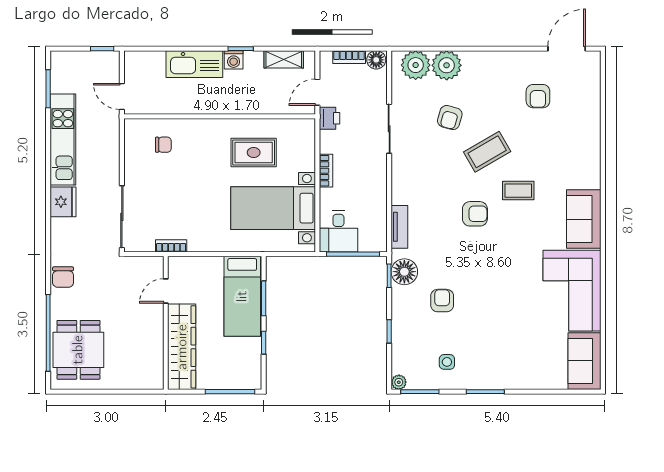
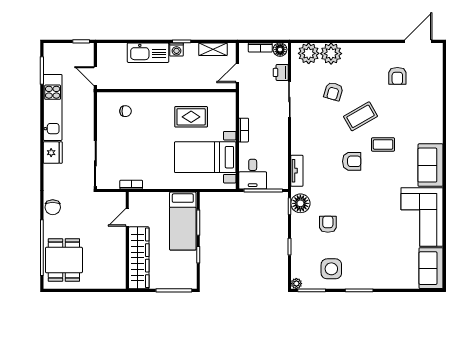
printer: (330, 118) -> (281, 72), moved, turned 180
side table: (447, 362) -> (331, 269), width x1.87, depth x1.87

